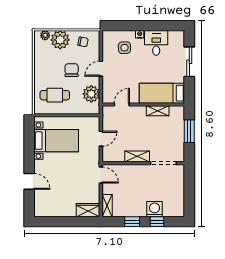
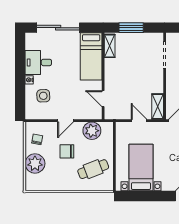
plant: (45, 35) -> (30, 179), removed
sliding door: (189, 62) -> (58, 28), width x1.37
door: (101, 69) -> (65, 121), hinge flipped
cafe table: (55, 95) -> (93, 169), turned 69
shelving: (158, 111) -> (110, 46), moved
shelving: (137, 156) -> (158, 106), moved

